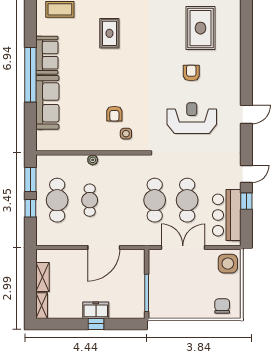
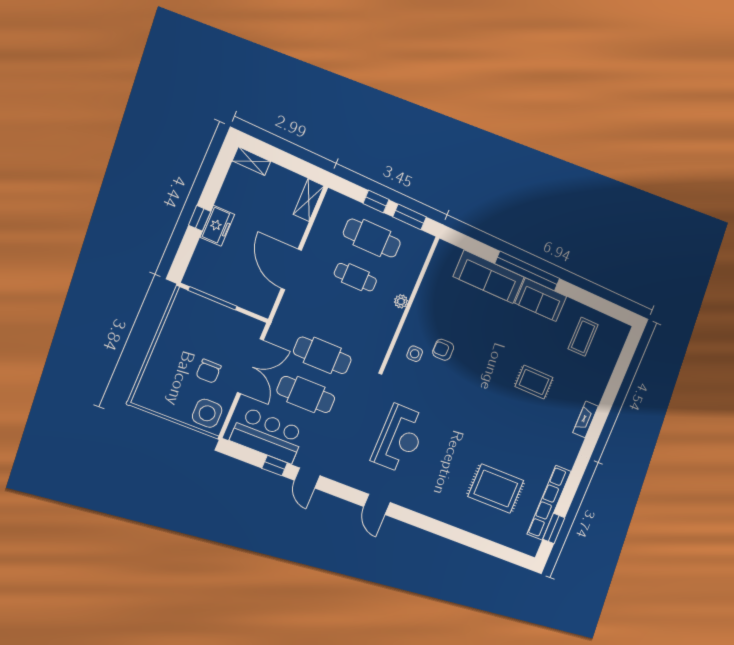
armchair: (191, 73) -> (451, 458), removed
shelving: (42, 277) -> (309, 200), moved, turned 90
chair: (222, 306) -> (209, 371), moved, turned 90

